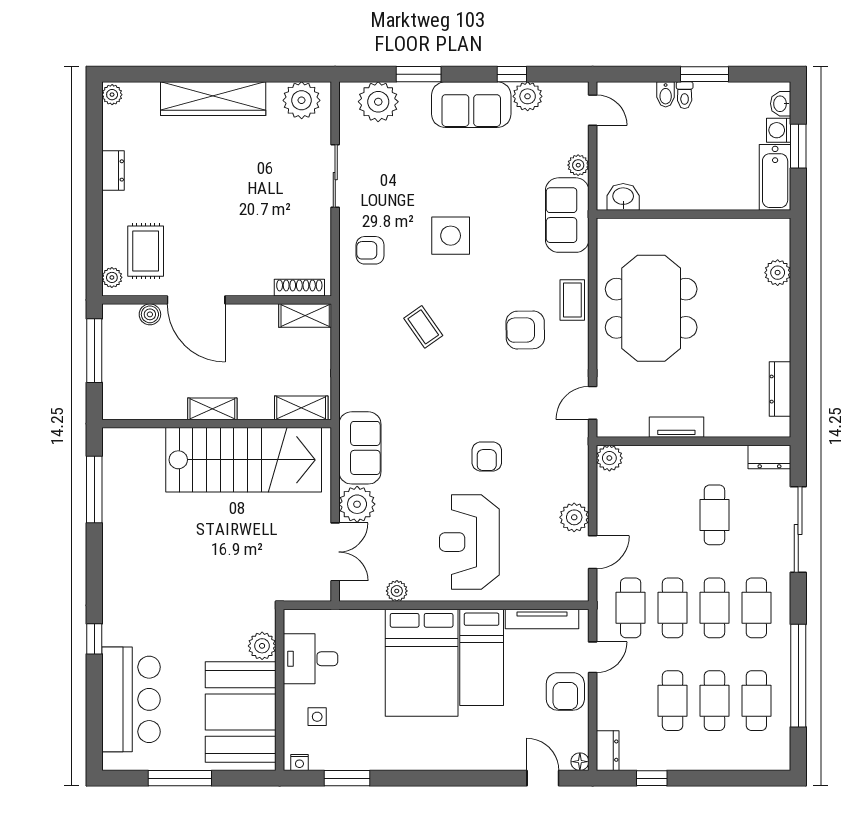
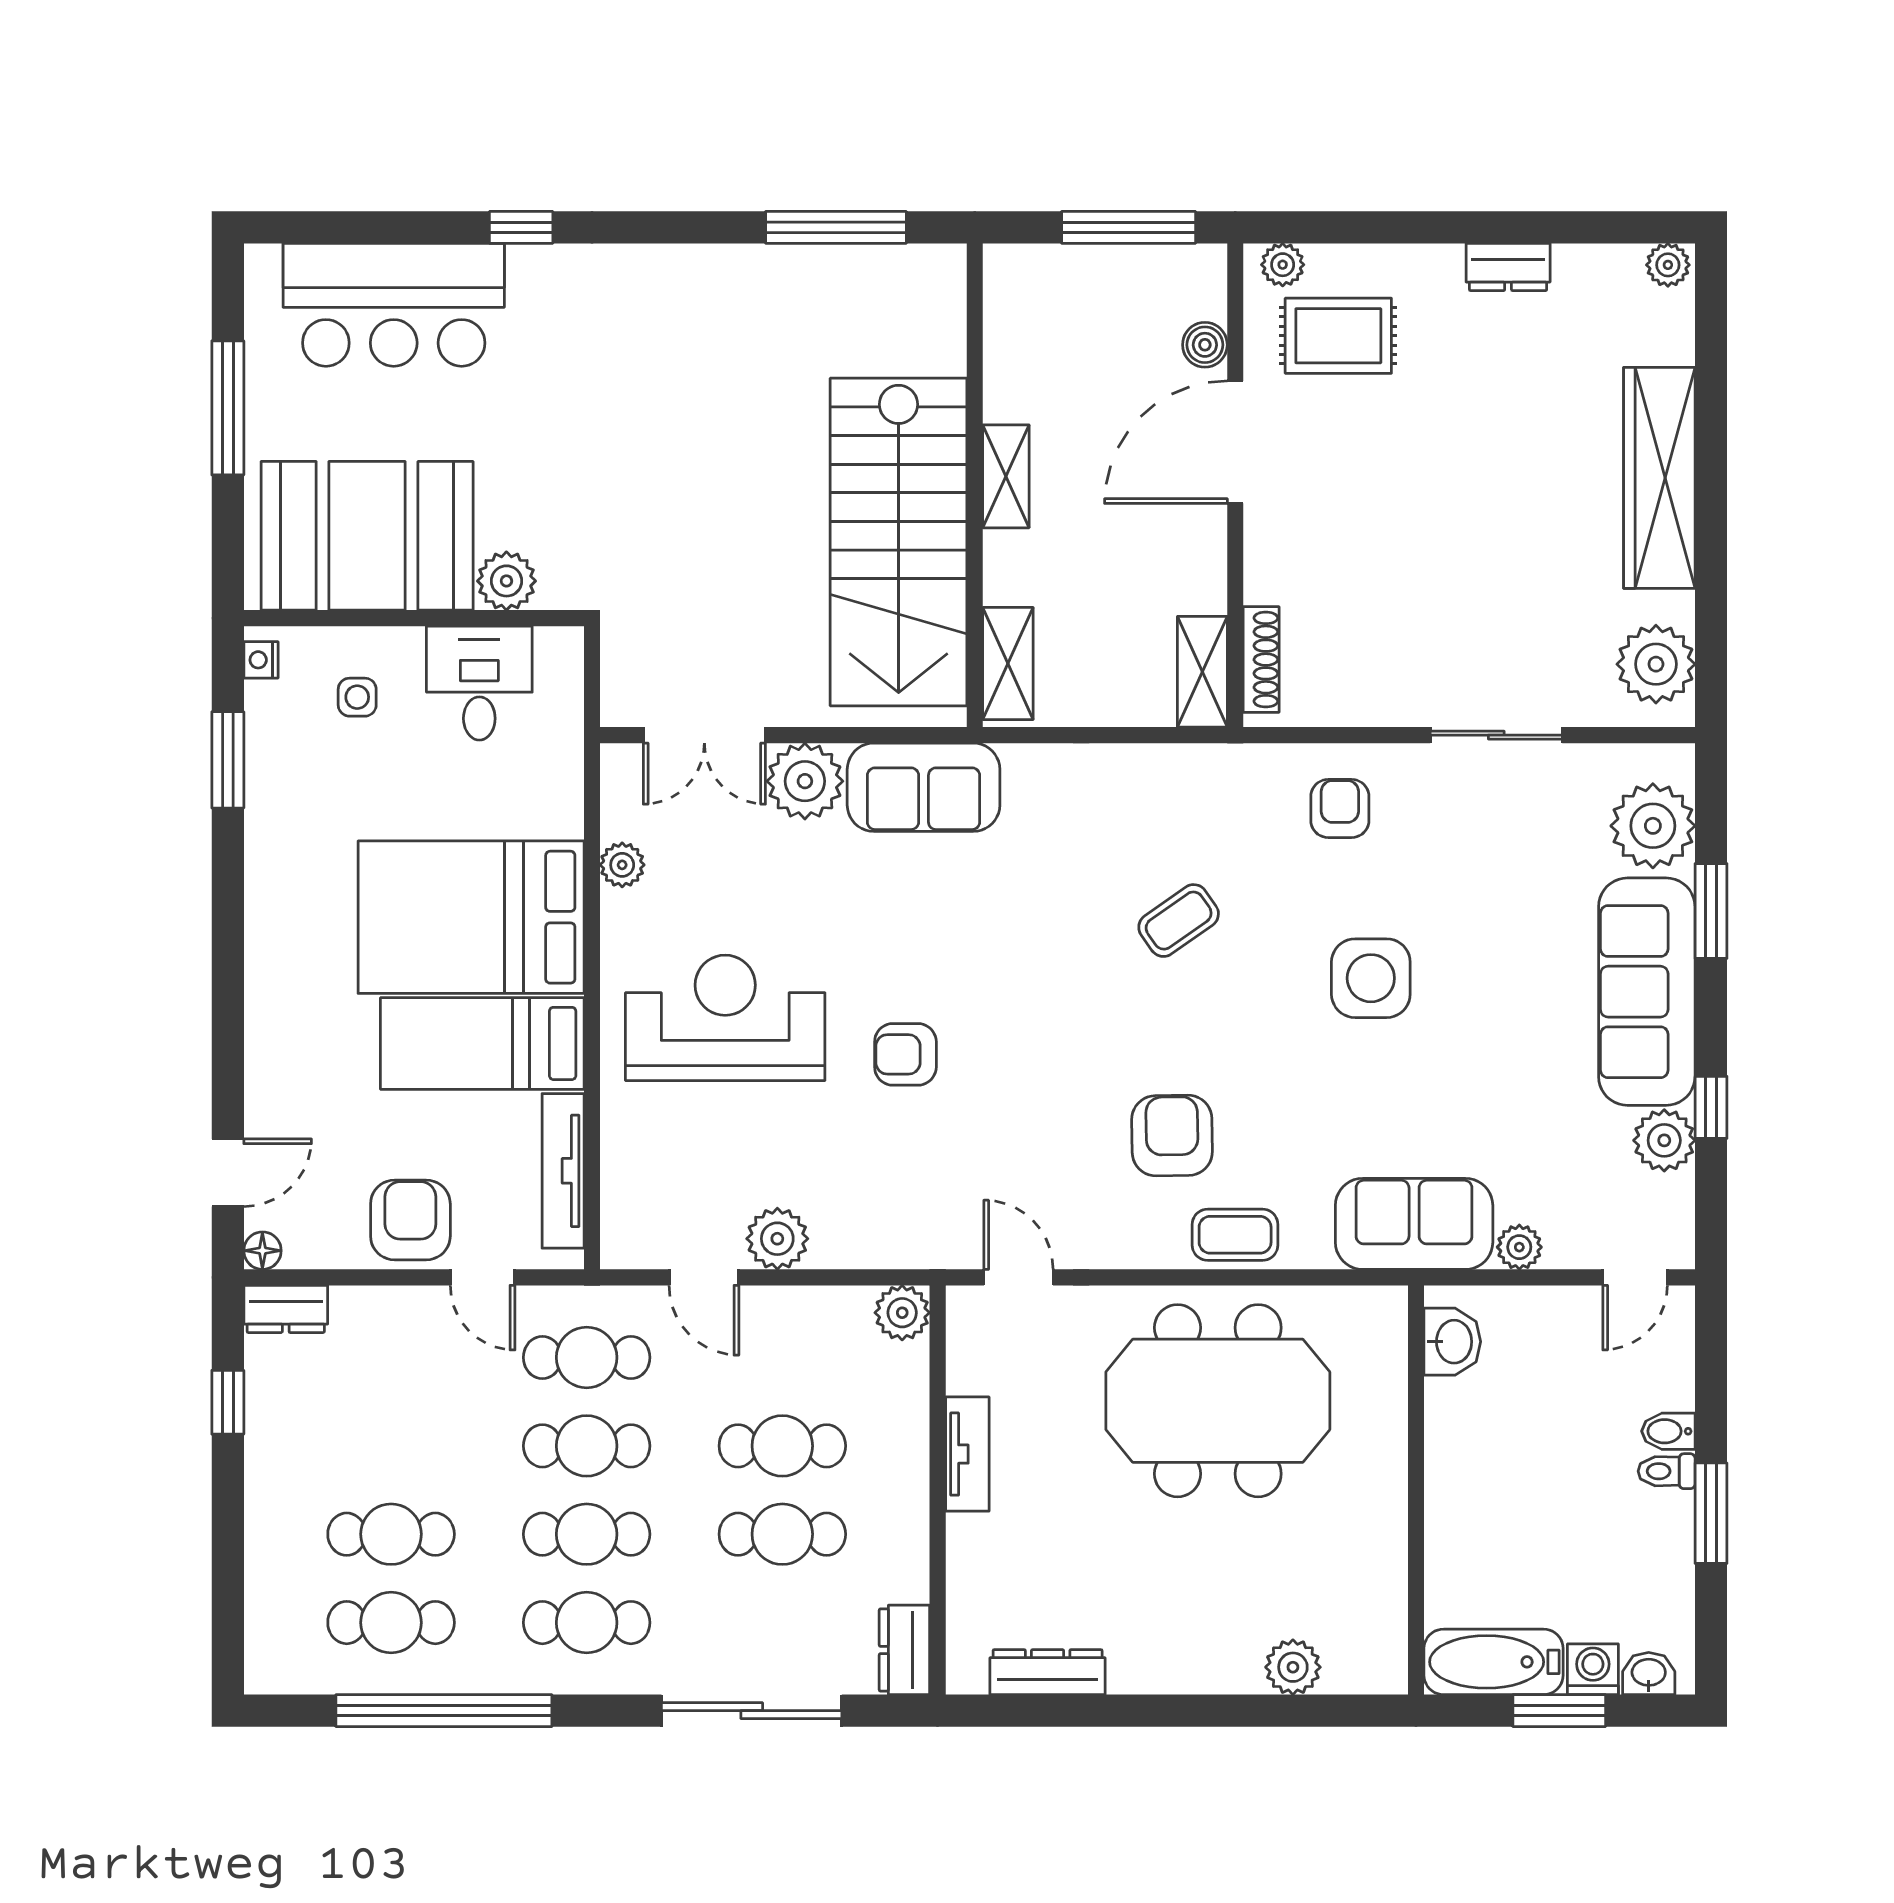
sofa: (471, 105) -> (1647, 992), width x1.36
armchair: (565, 691) -> (410, 1220), turned 90
cafe table: (673, 701) -> (782, 1446), moved

